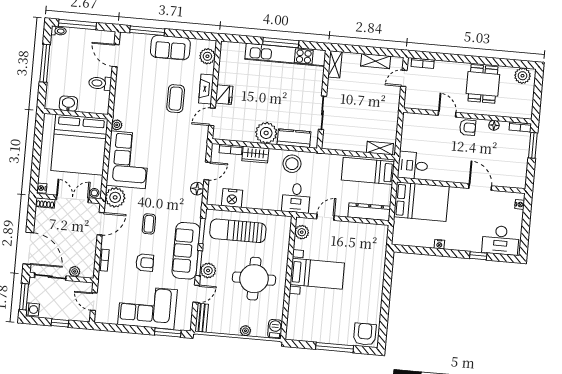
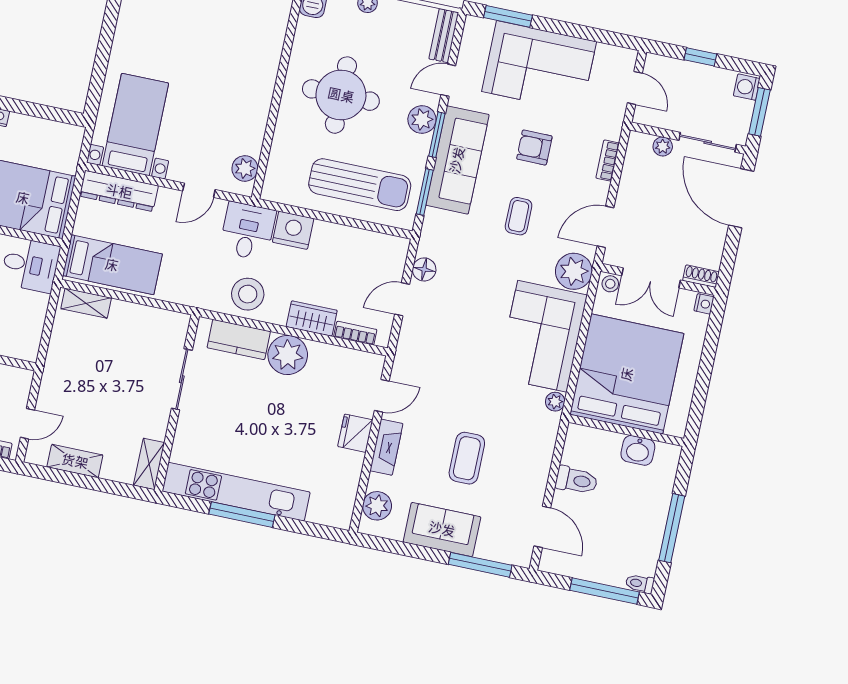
coffee table: (176, 99) -> (467, 458), moved
nightstand: (232, 198) -> (293, 230), moved
bed with nightstands: (317, 274) -> (135, 125), moved, turned 90

